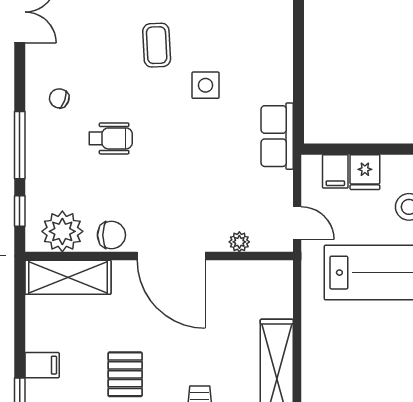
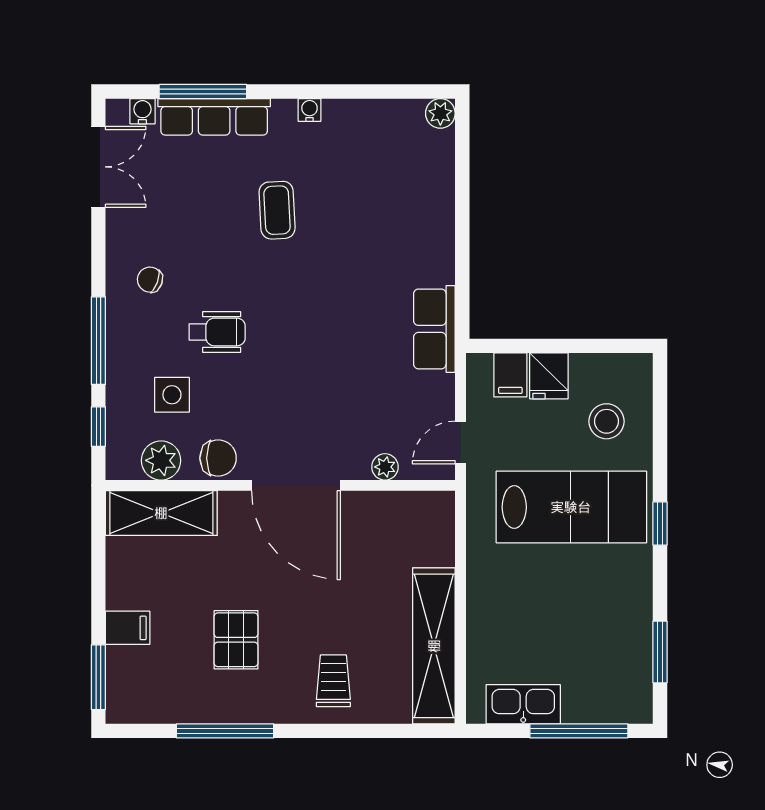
side table: (206, 85) -> (172, 395), moved
door: (297, 223) -> (460, 442), swing flipped
plant: (62, 231) -> (161, 460), width x0.73, depth x0.73

